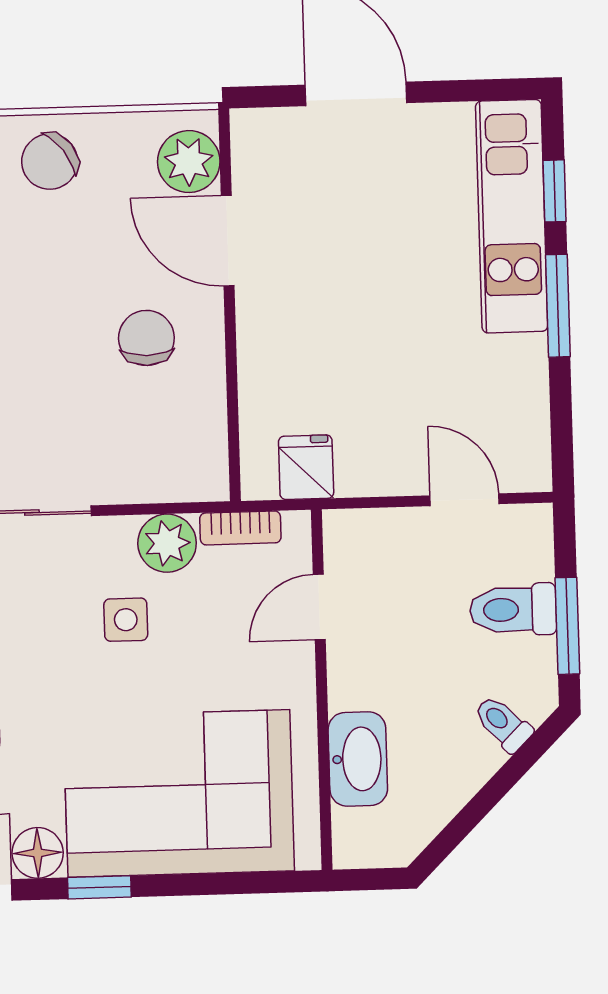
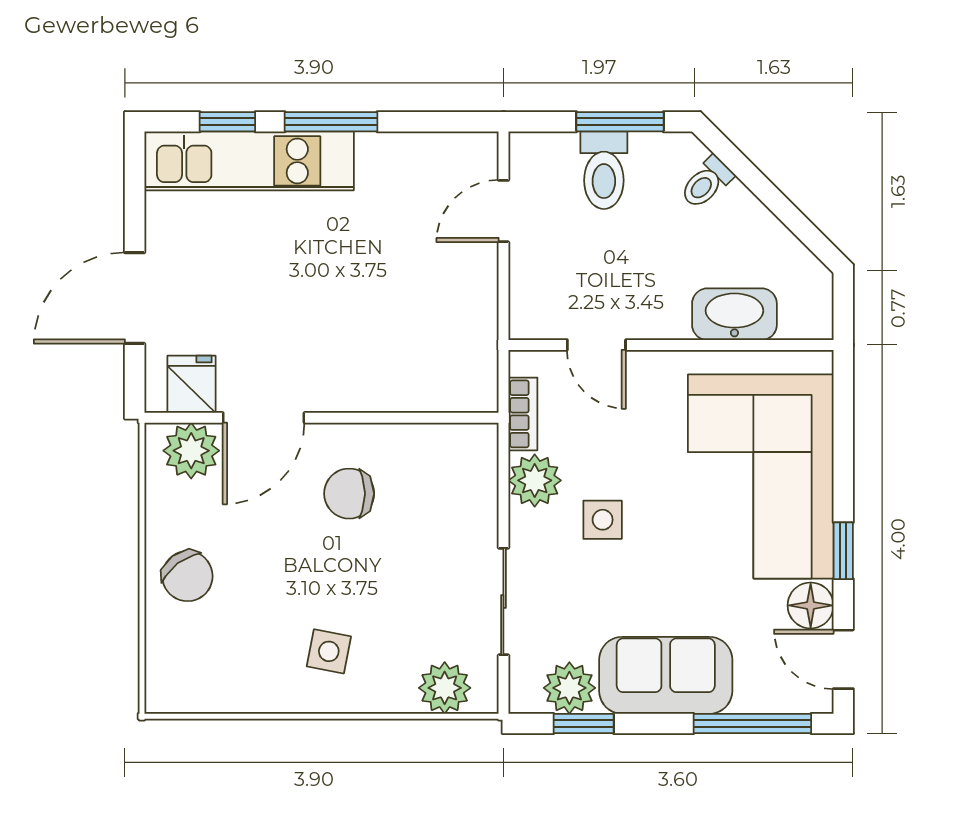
fridge: (306, 467) -> (192, 384), moved, turned 90

